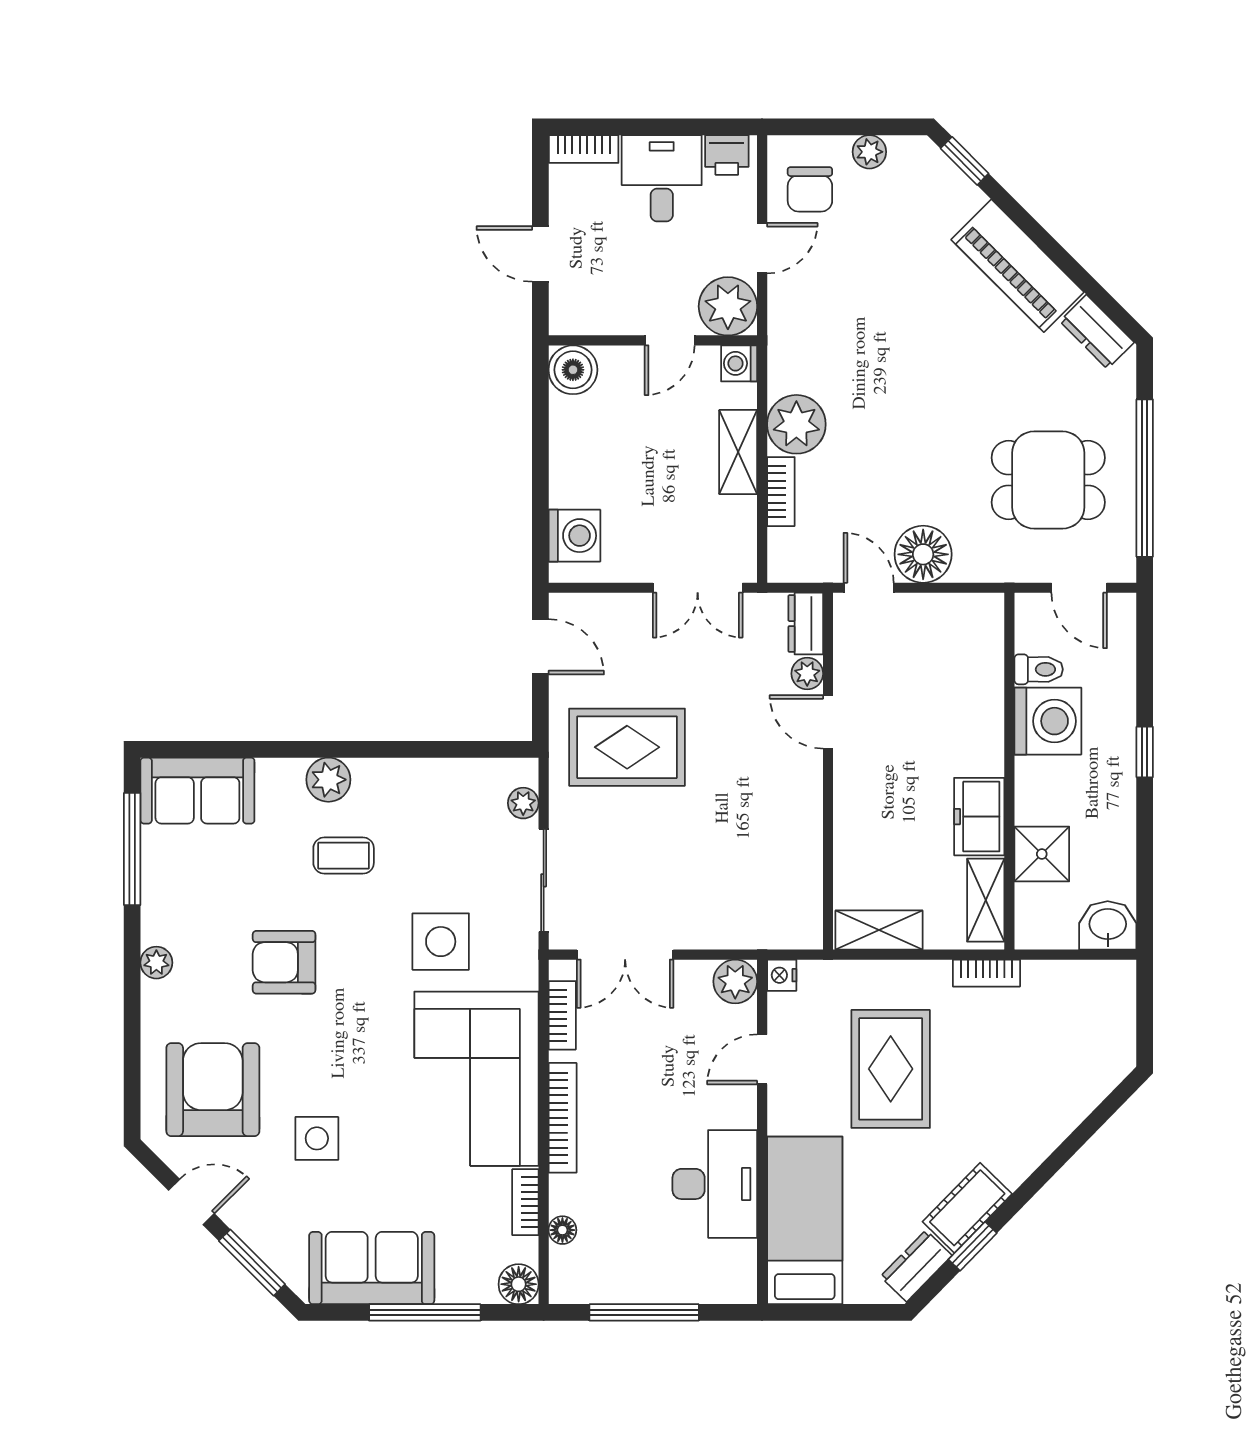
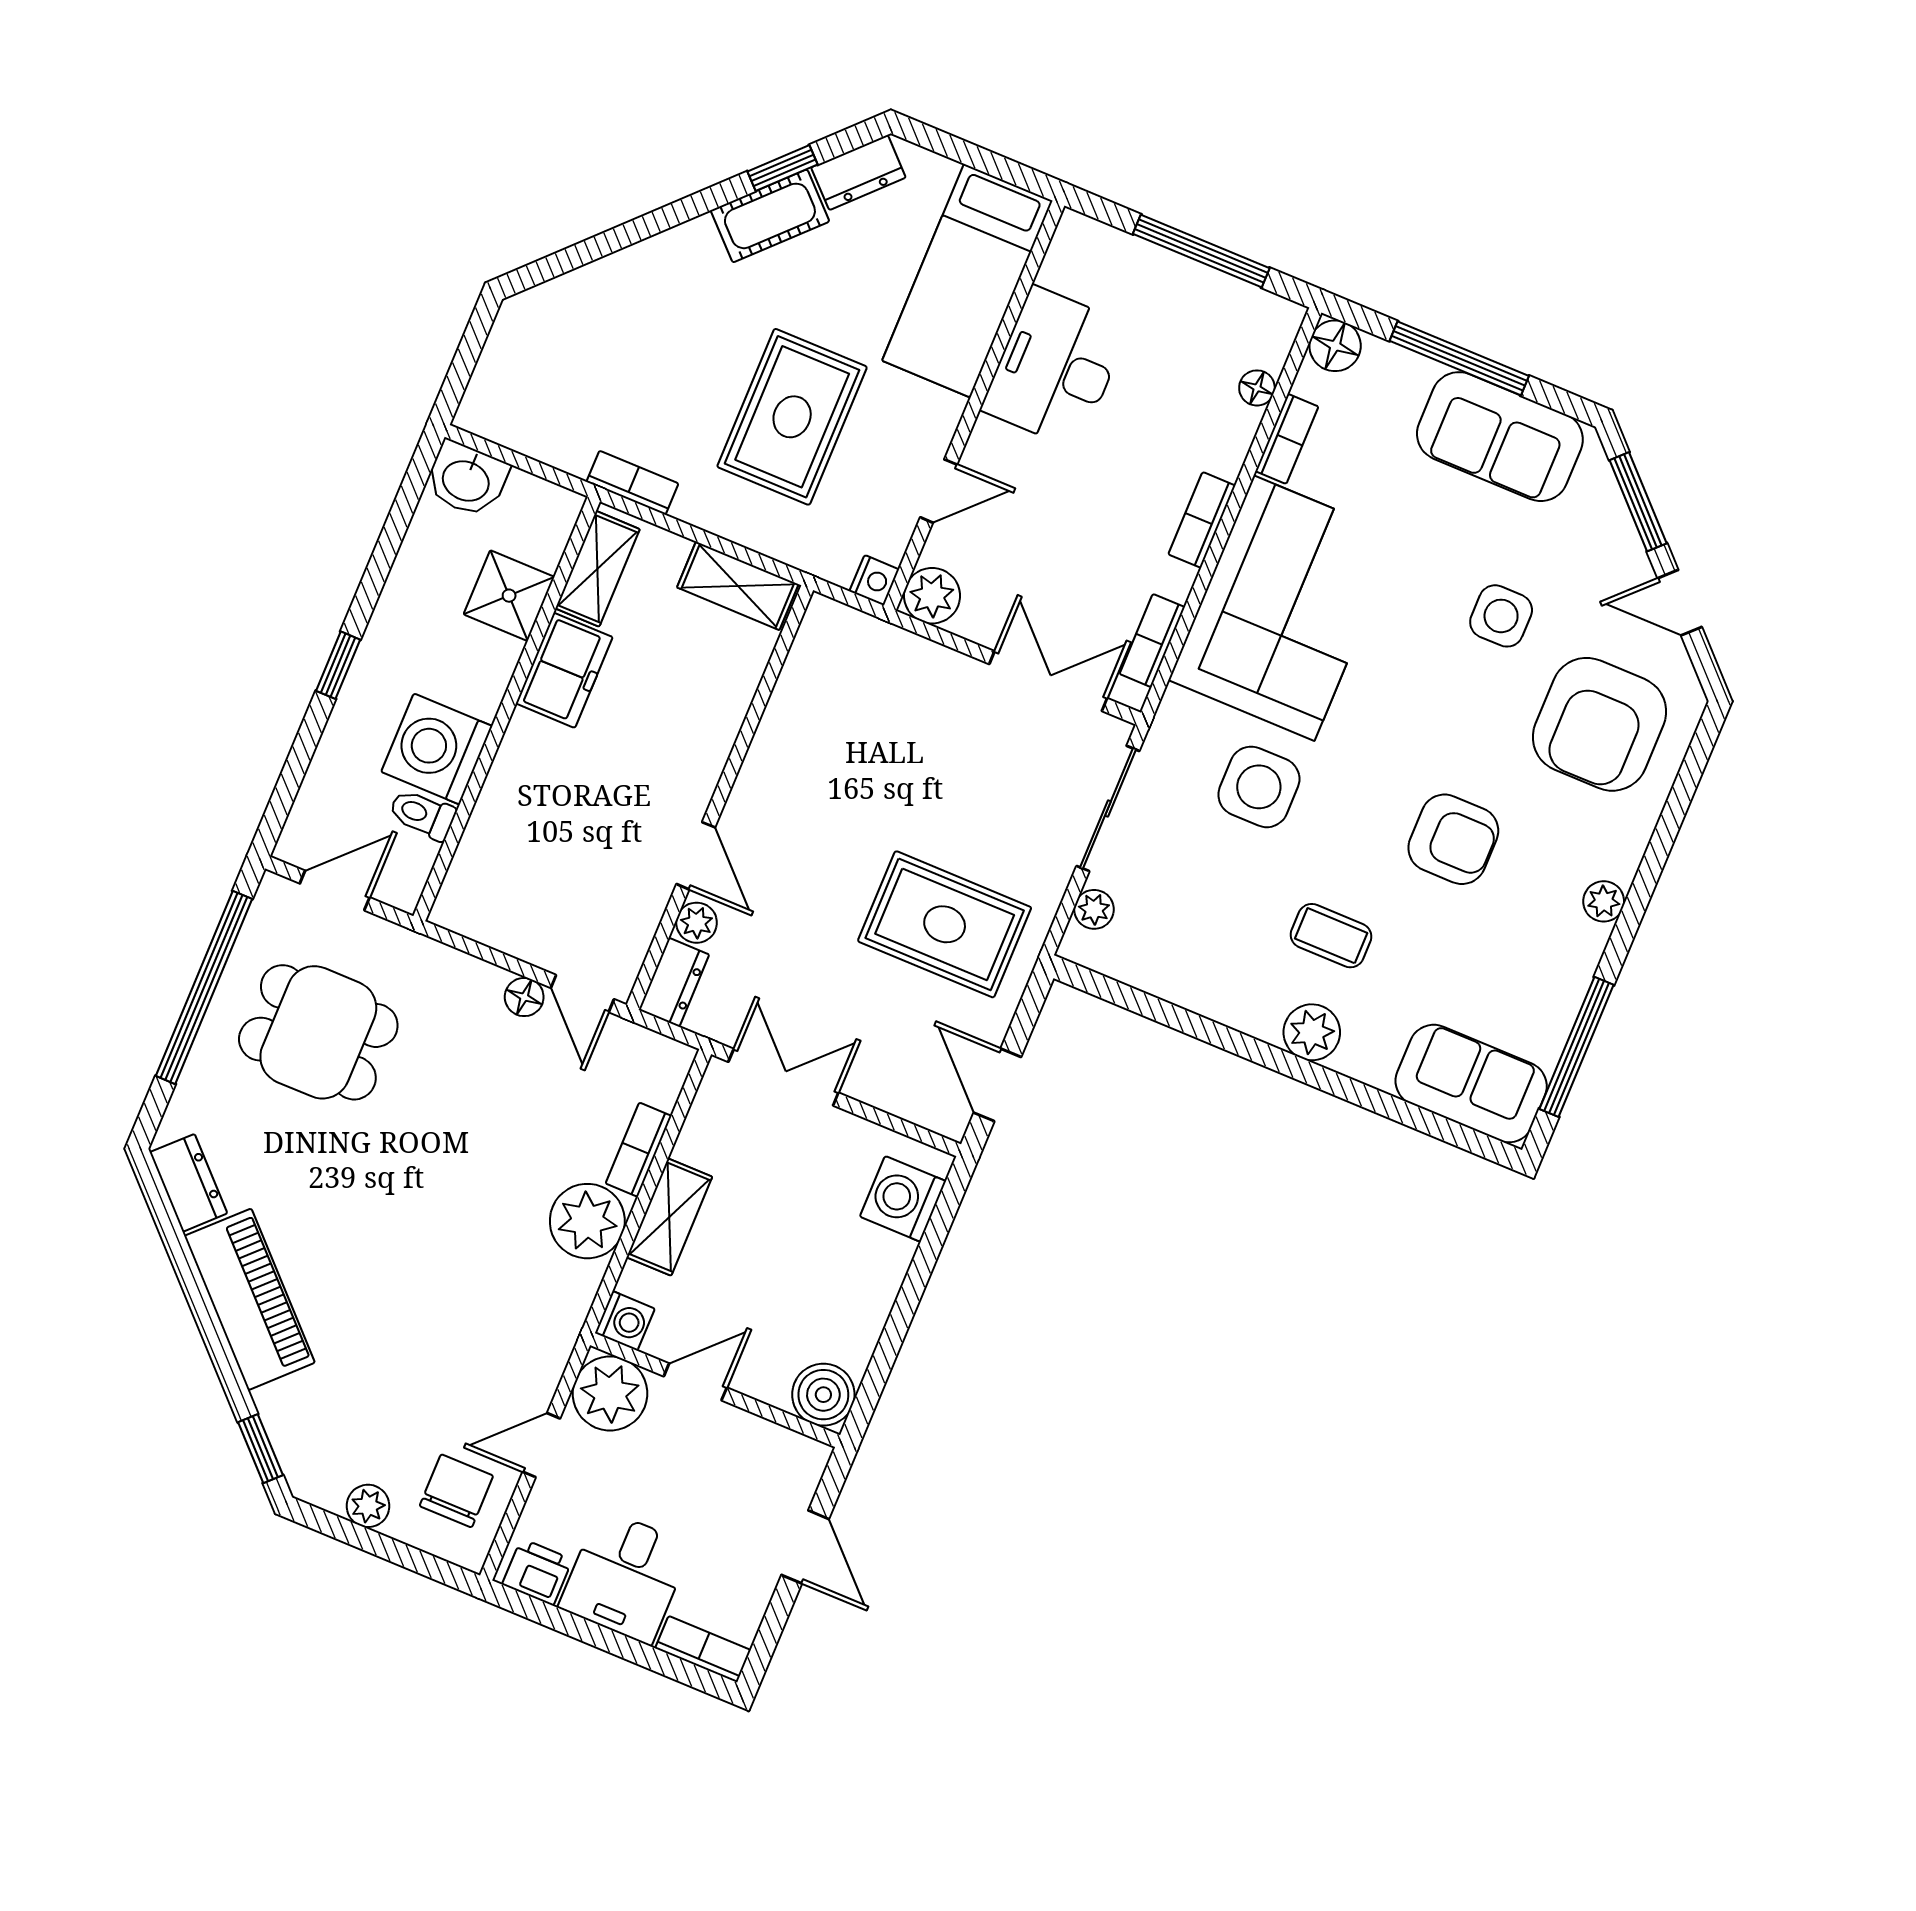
floor lamp: (923, 554) -> (524, 997), width x0.53, depth x0.53
door: (1079, 588) -> (335, 890), hinge flipped
bookcase: (563, 1118) -> (1202, 520), width x0.64

